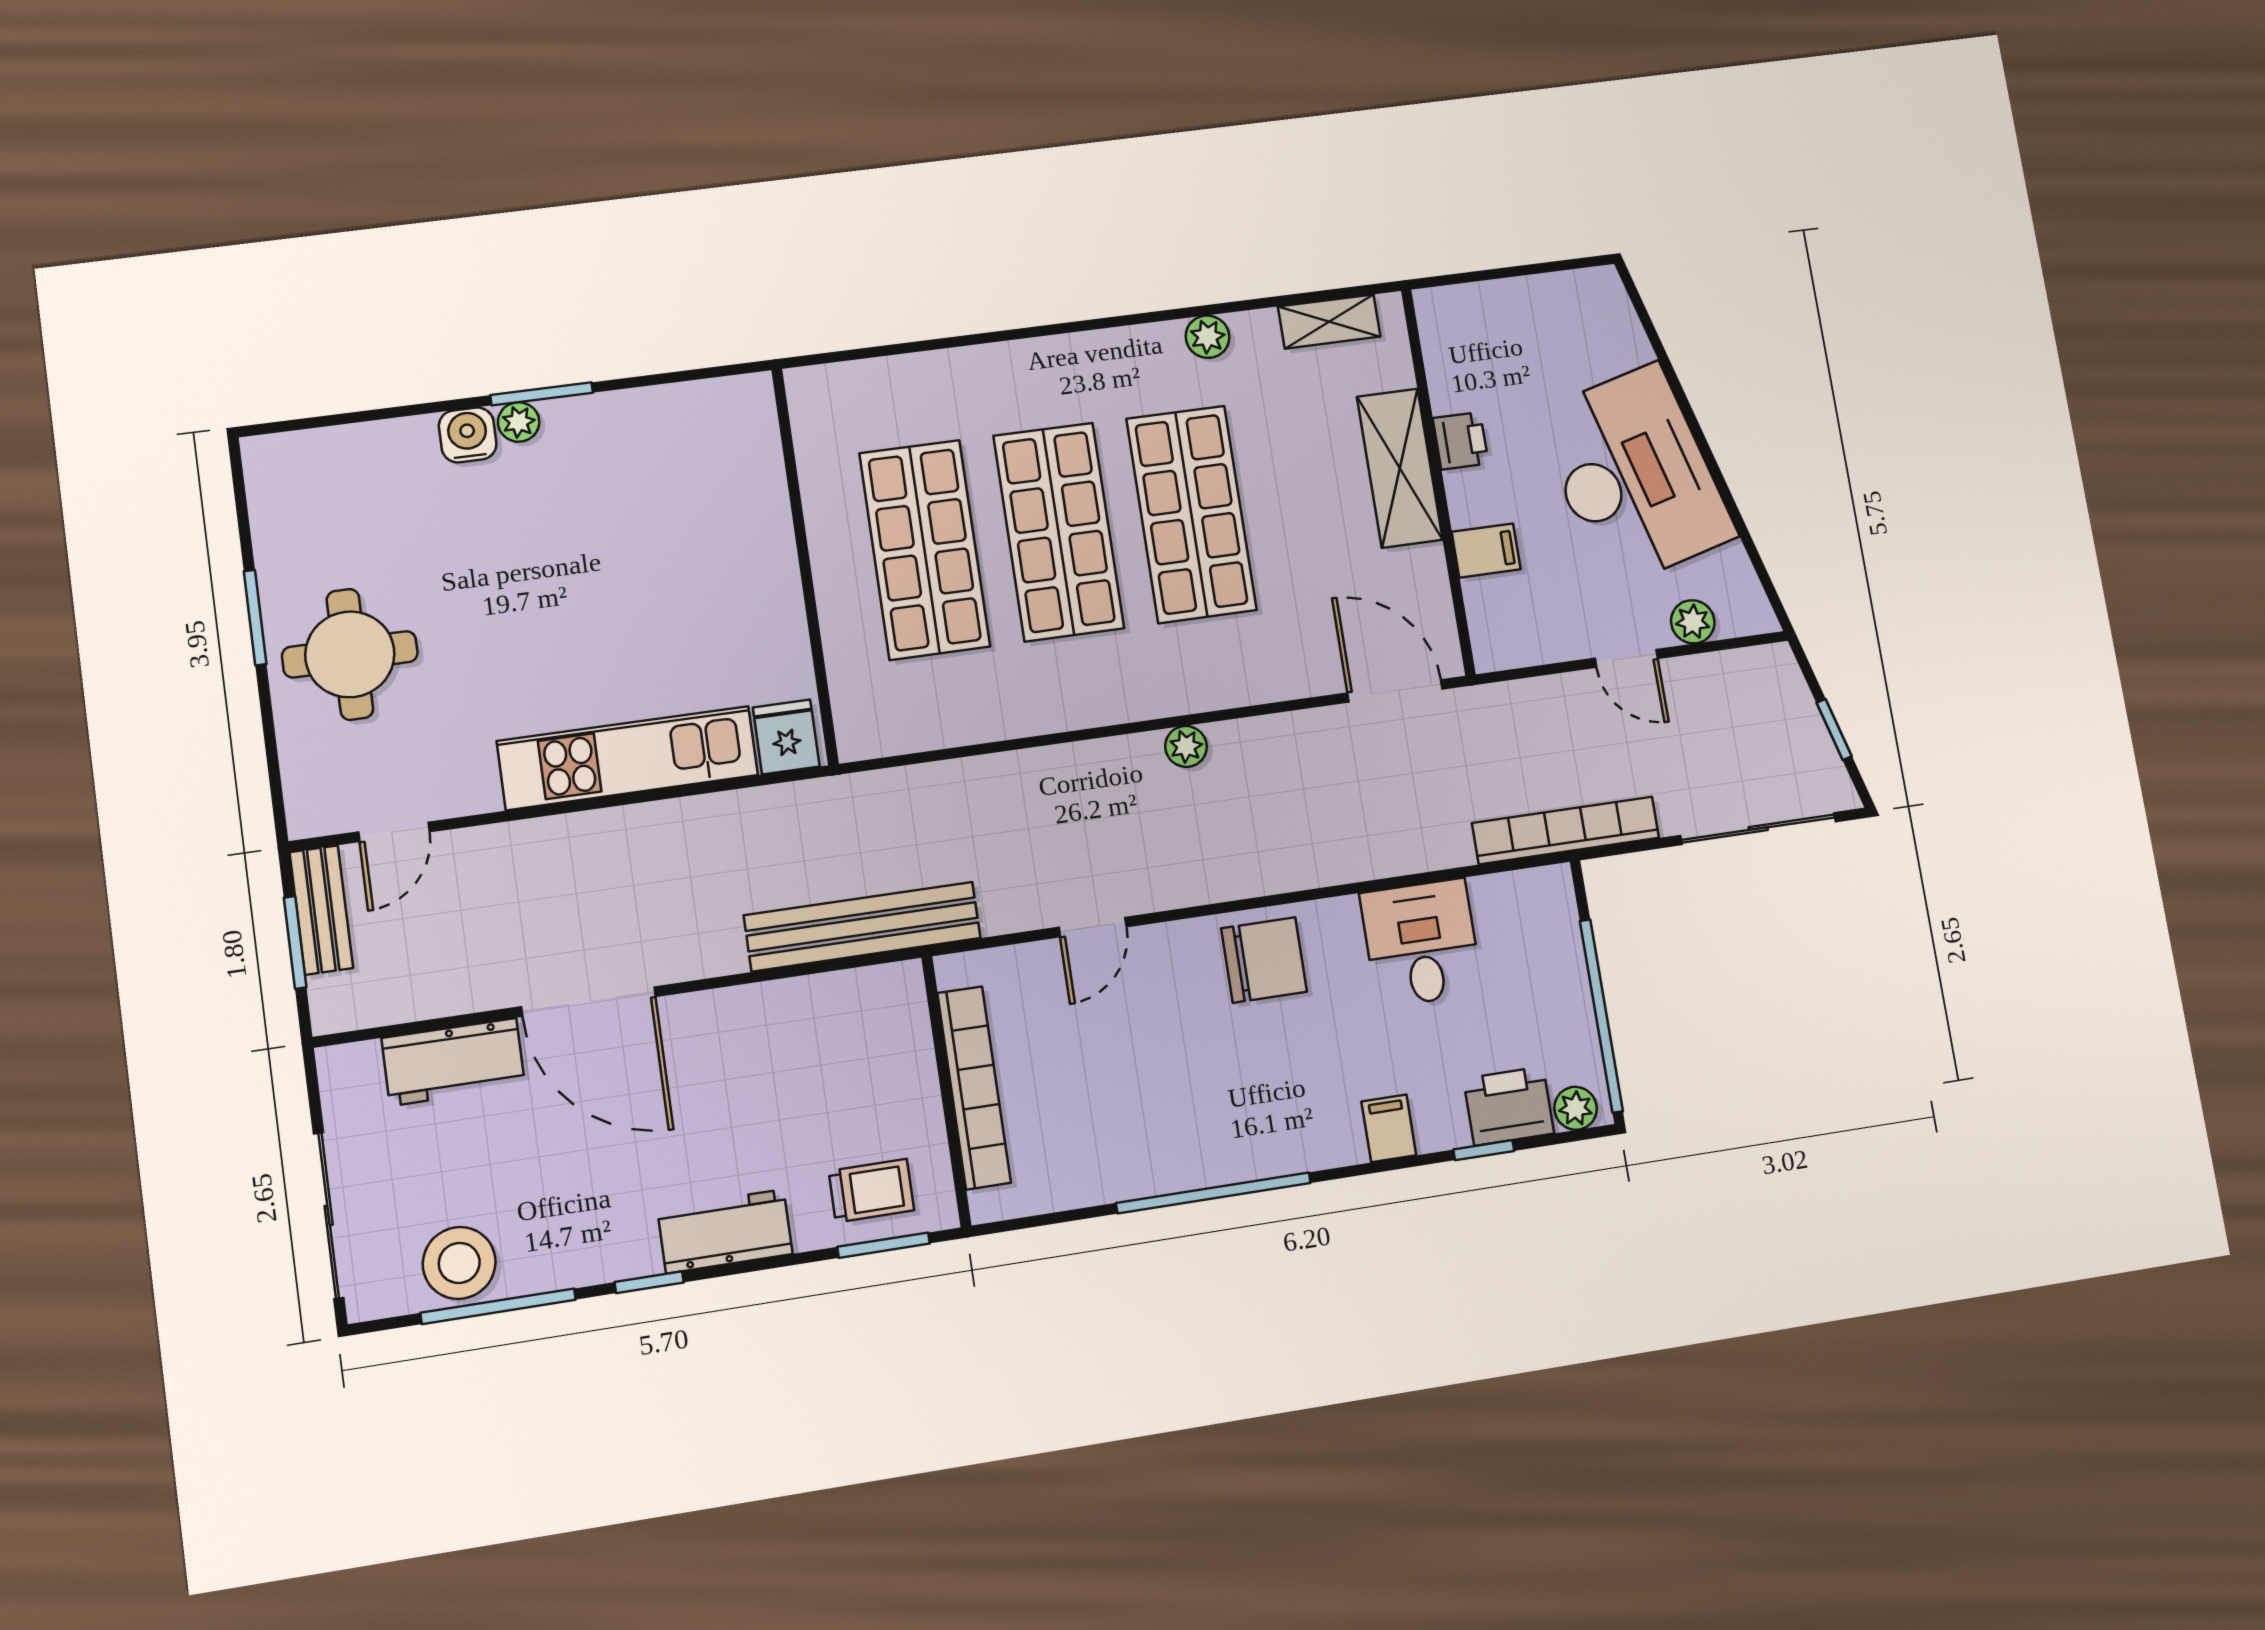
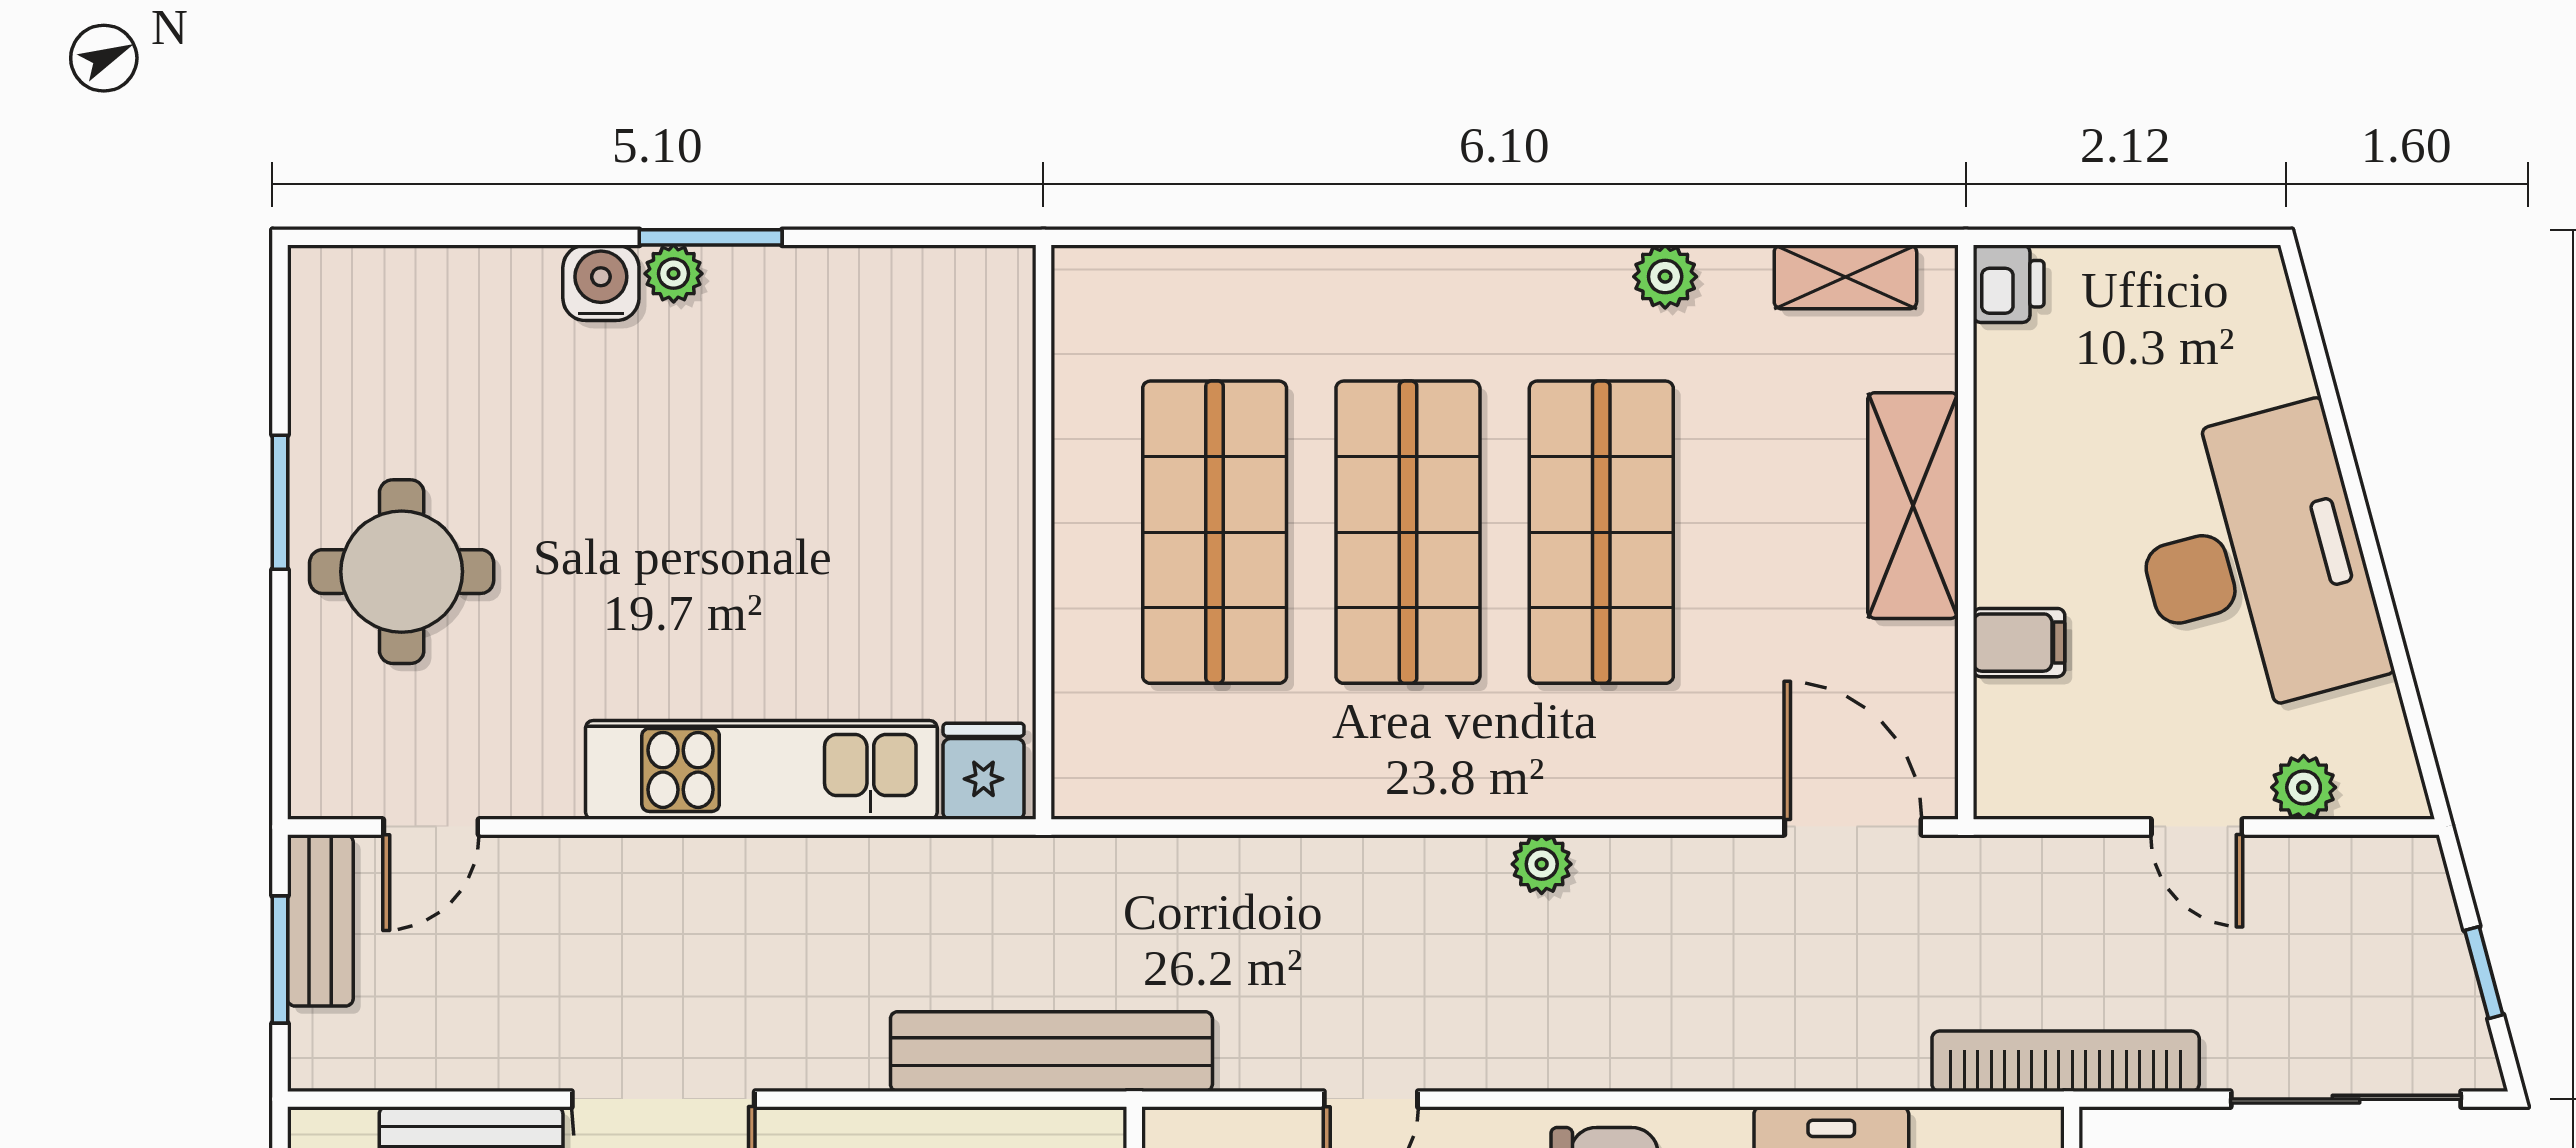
printer: (1461, 441) -> (2009, 284), moved

